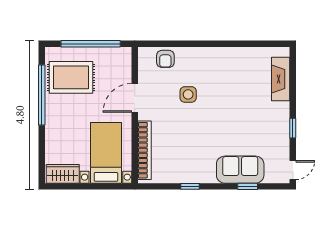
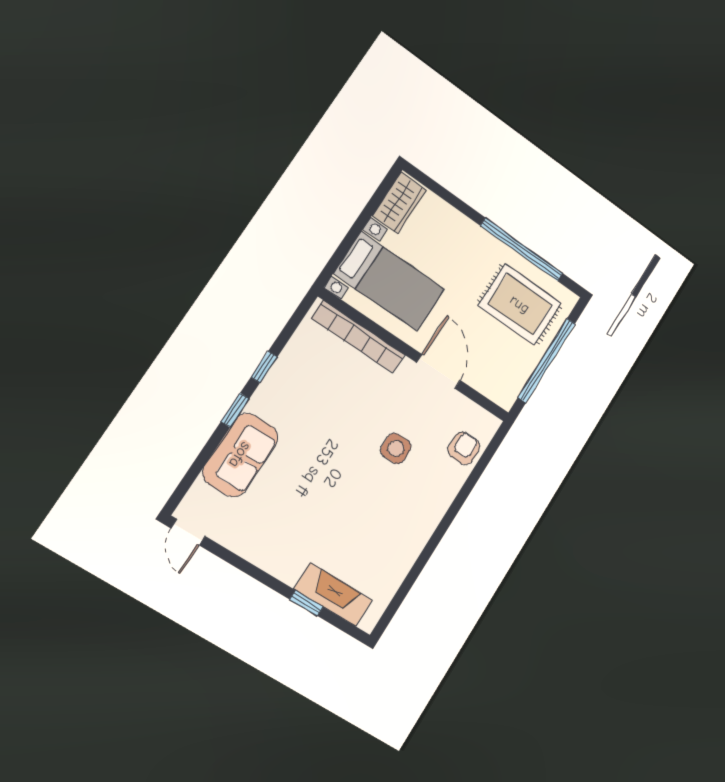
armchair: (165, 59) -> (464, 448), turned 90
rug: (71, 77) -> (520, 304), turned 90
window: (293, 128) -> (306, 603), moved
window: (248, 186) -> (235, 410), moved

